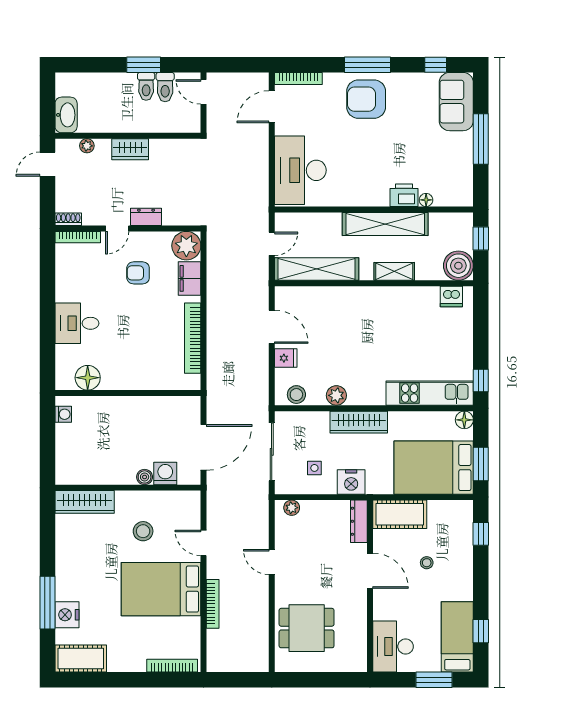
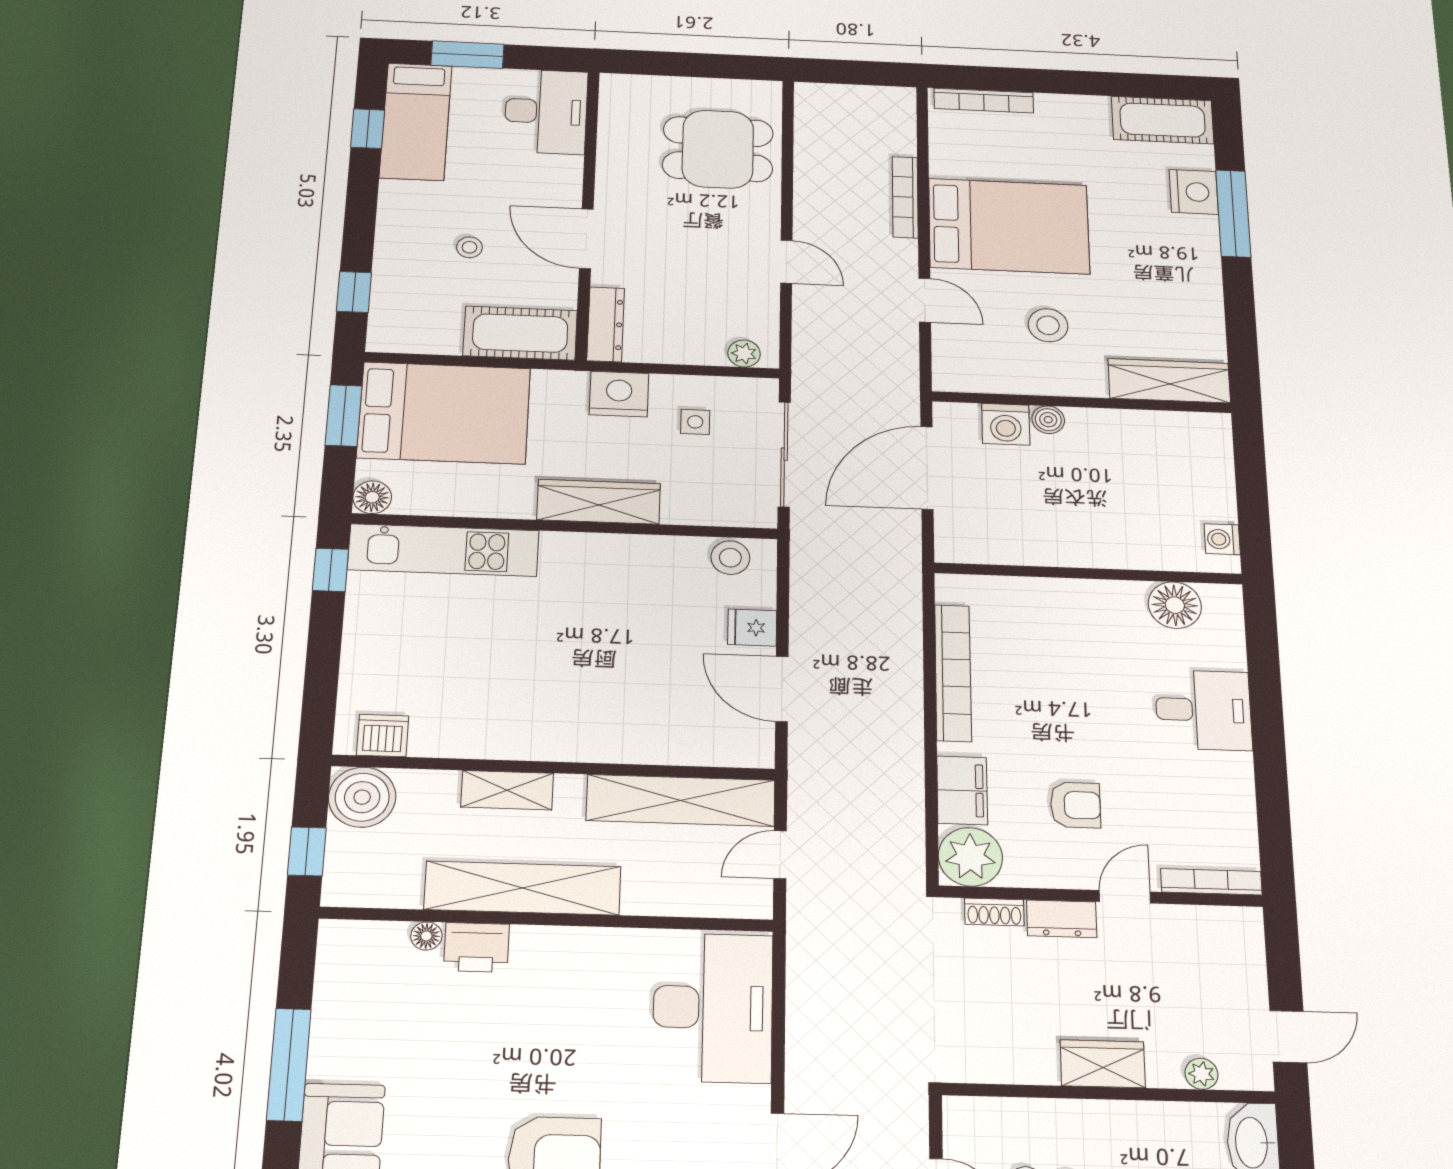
shoe rack: (68, 219) -> (994, 912), moved
plant: (336, 395) -> (645, 553), removed

